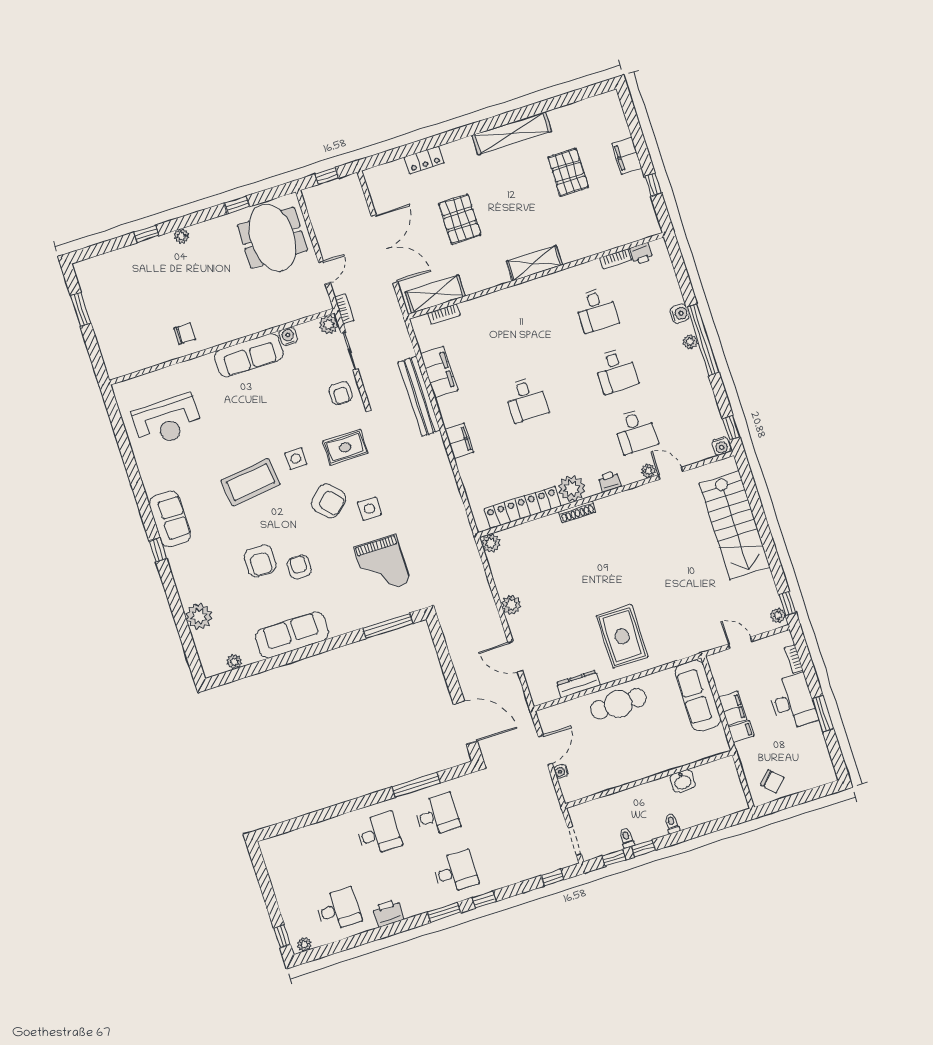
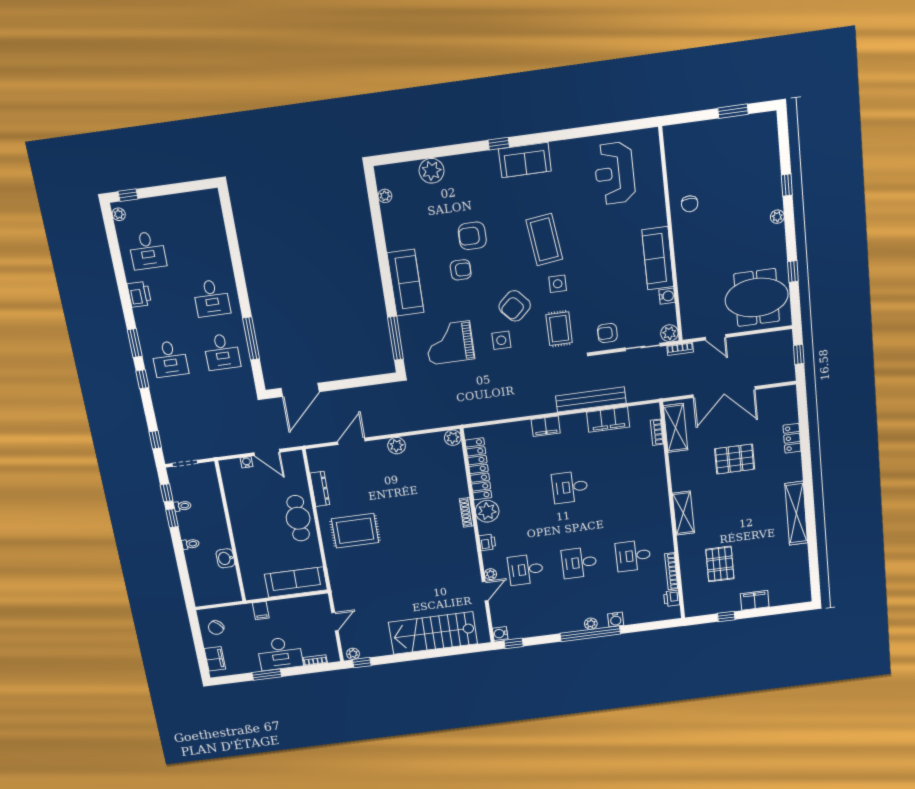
pallet: (568, 172) -> (720, 564), moved, turned 90
bookcase: (616, 259) -> (671, 571), width x1.56
sofa: (292, 635) -> (405, 283), moved
filing cabinet: (733, 708) -> (215, 659), moved, turned -90

